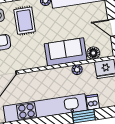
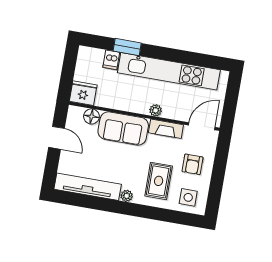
fireplace: (32, 63) -> (166, 129), added
plant: (77, 70) -> (156, 110), moved

